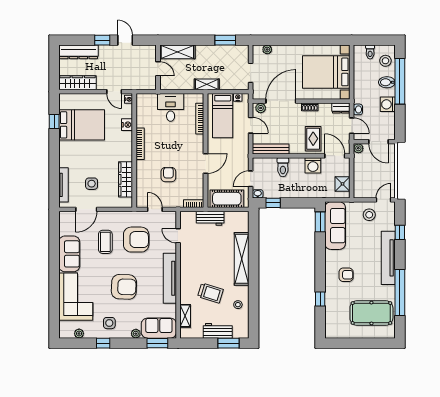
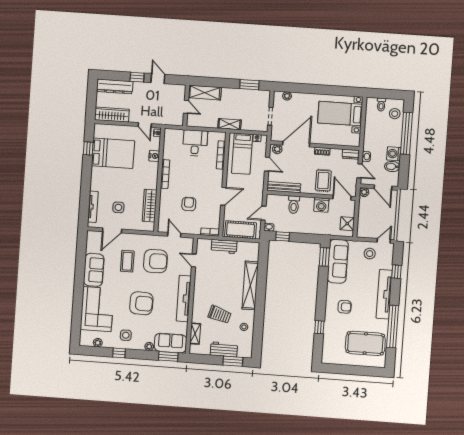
bed with nightstands: (326, 72) -> (340, 114), width x0.73
bidet: (387, 82) -> (392, 167), moved

